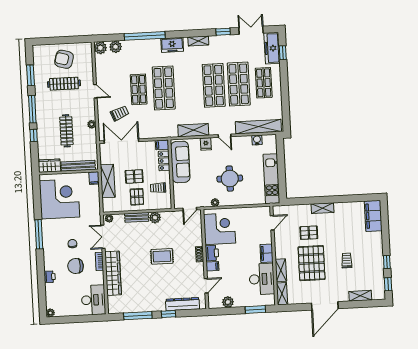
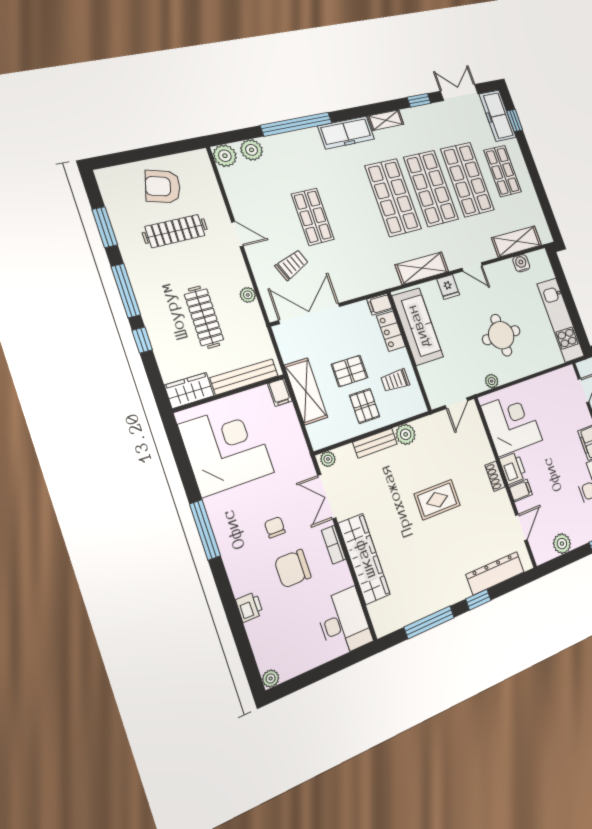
freezer: (172, 45) -> (346, 133), width x1.40
shop shelf: (164, 88) -> (393, 197), moved
shelving: (258, 127) -> (517, 242), width x0.68

